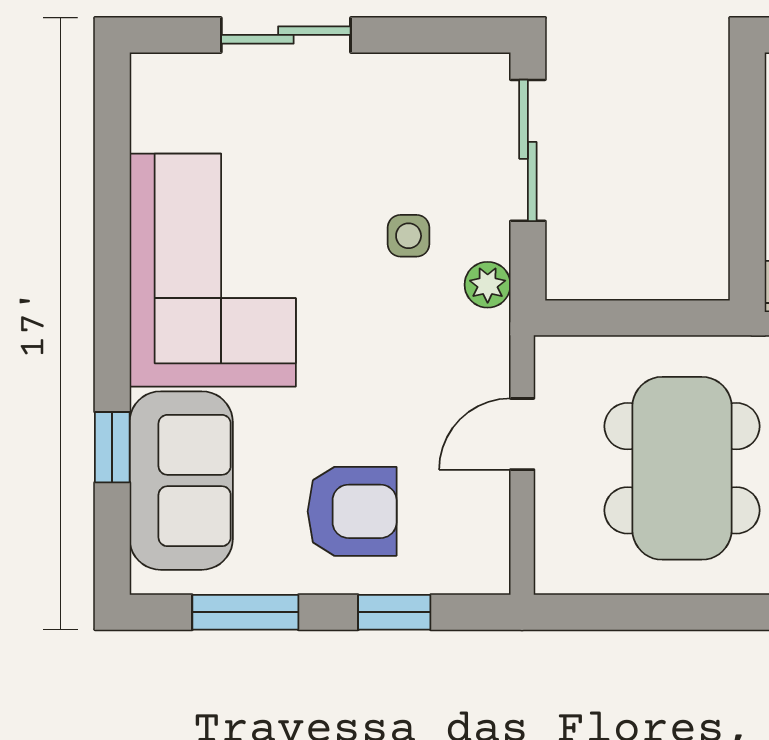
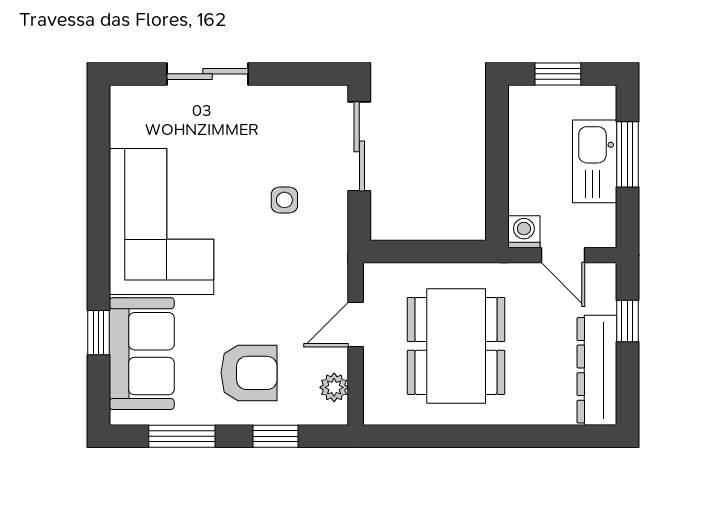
plant: (488, 285) -> (334, 387), moved

